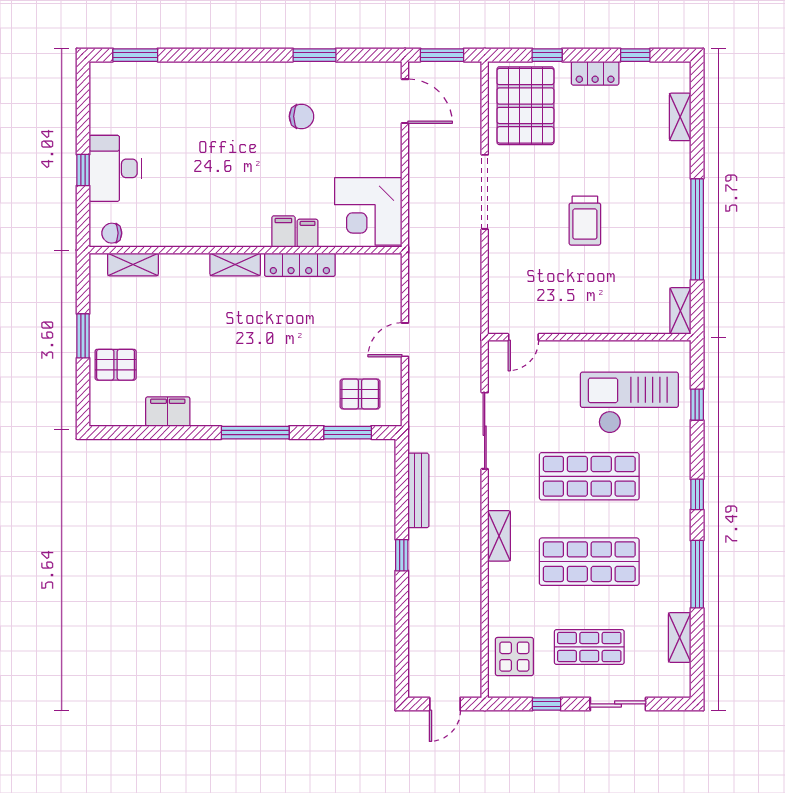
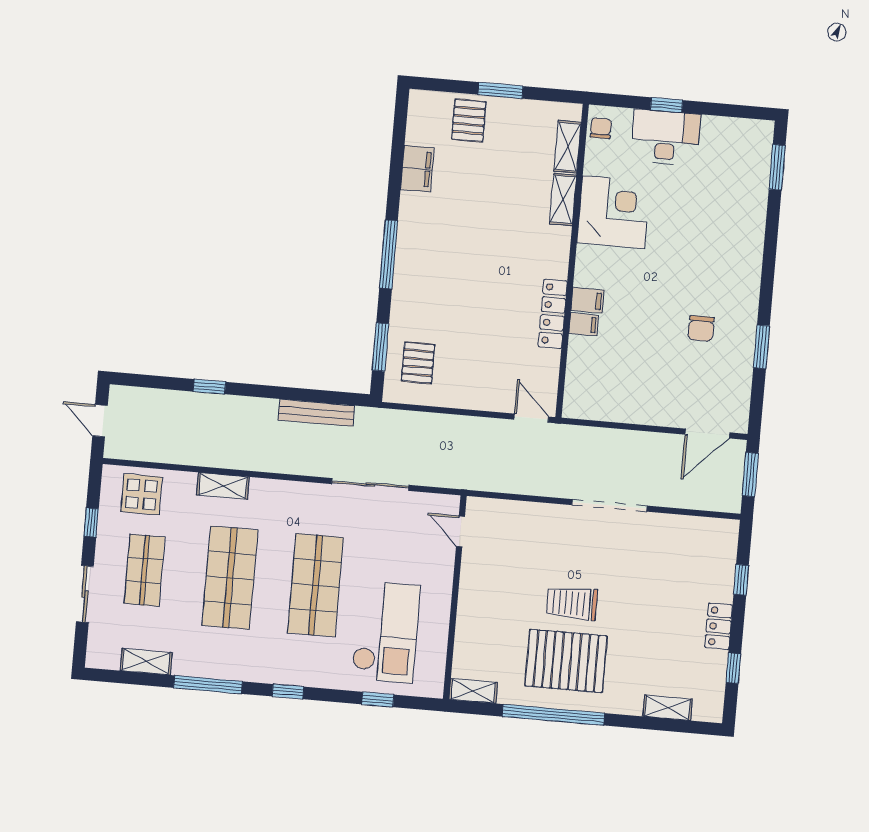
pallet: (525, 106) -> (566, 661), moved
corner desk: (368, 211) -> (614, 212), moved, turned 90
shelving: (235, 264) -> (563, 199), moved
door: (405, 340) -> (531, 418), moved
shelving: (499, 536) -> (223, 486), moved
window: (402, 555) -> (209, 387), moved

